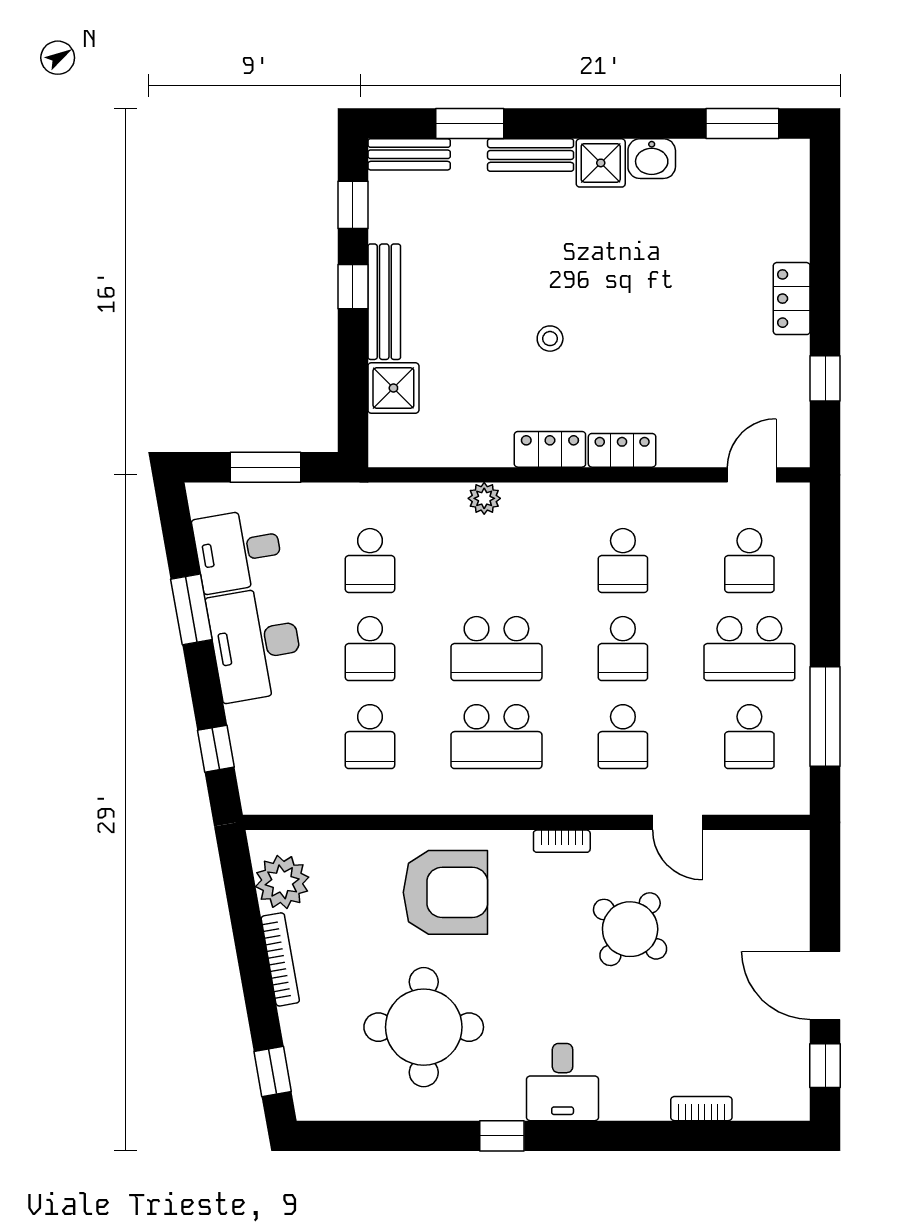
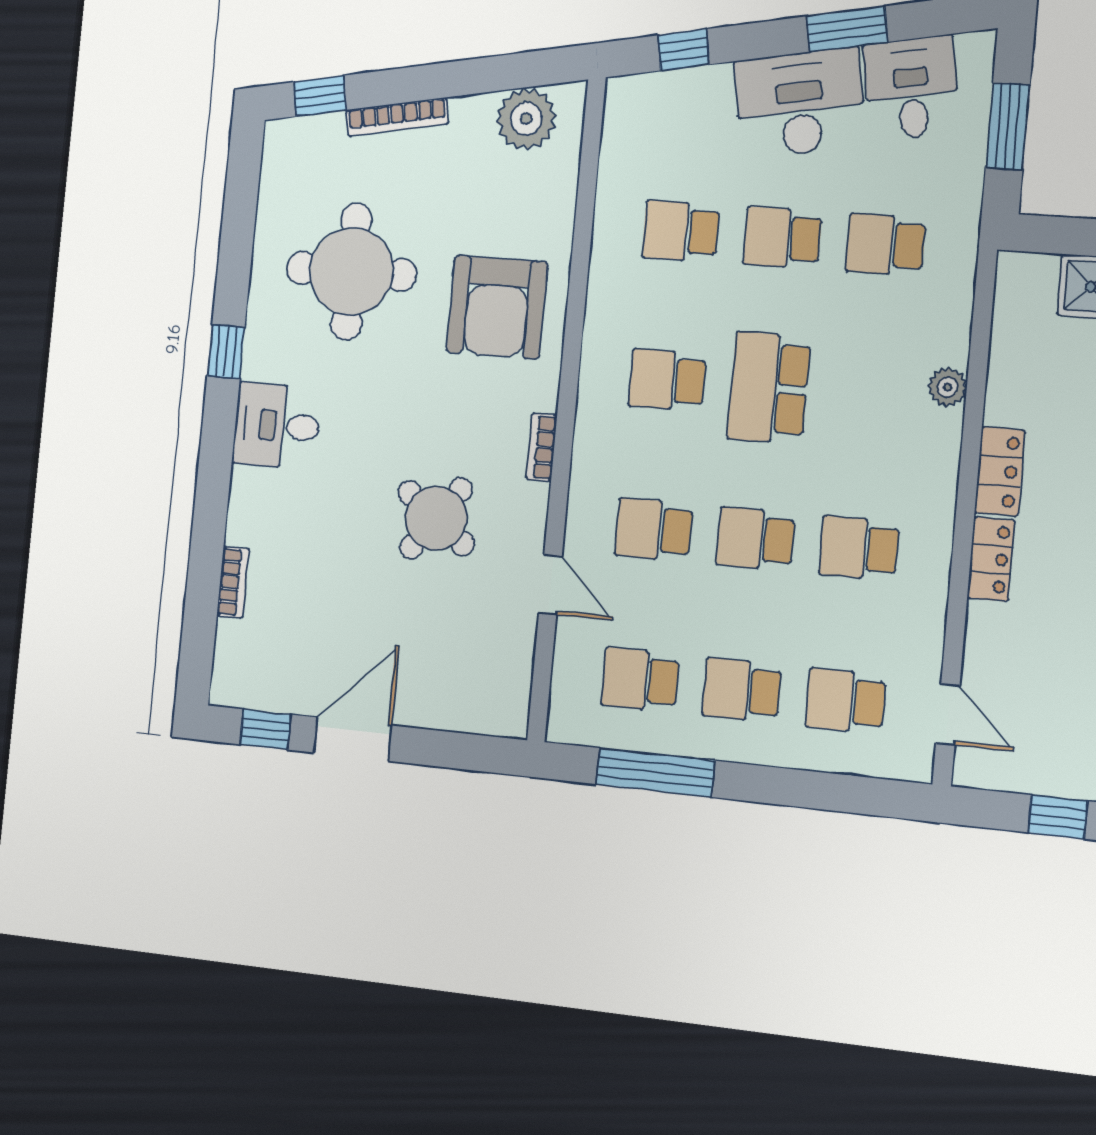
school desk: (749, 649) -> (742, 690), width x0.54
school desk: (496, 737) -> (667, 380), width x0.54
door: (677, 822) -> (550, 585), swing flipped
bookcase: (280, 959) -> (397, 117), moved

